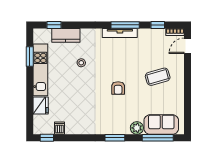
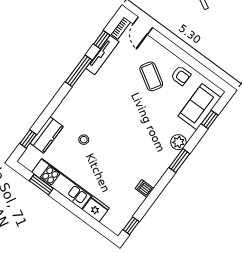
tv unit: (120, 33) -> (102, 55), moved
coffee table: (158, 77) -> (151, 76), turned -43
armchair: (118, 88) -> (181, 76), moved
dishwasher: (59, 128) -> (144, 188), moved
plant: (137, 128) -> (178, 142), moved
window: (158, 138) -> (210, 120), width x0.46

